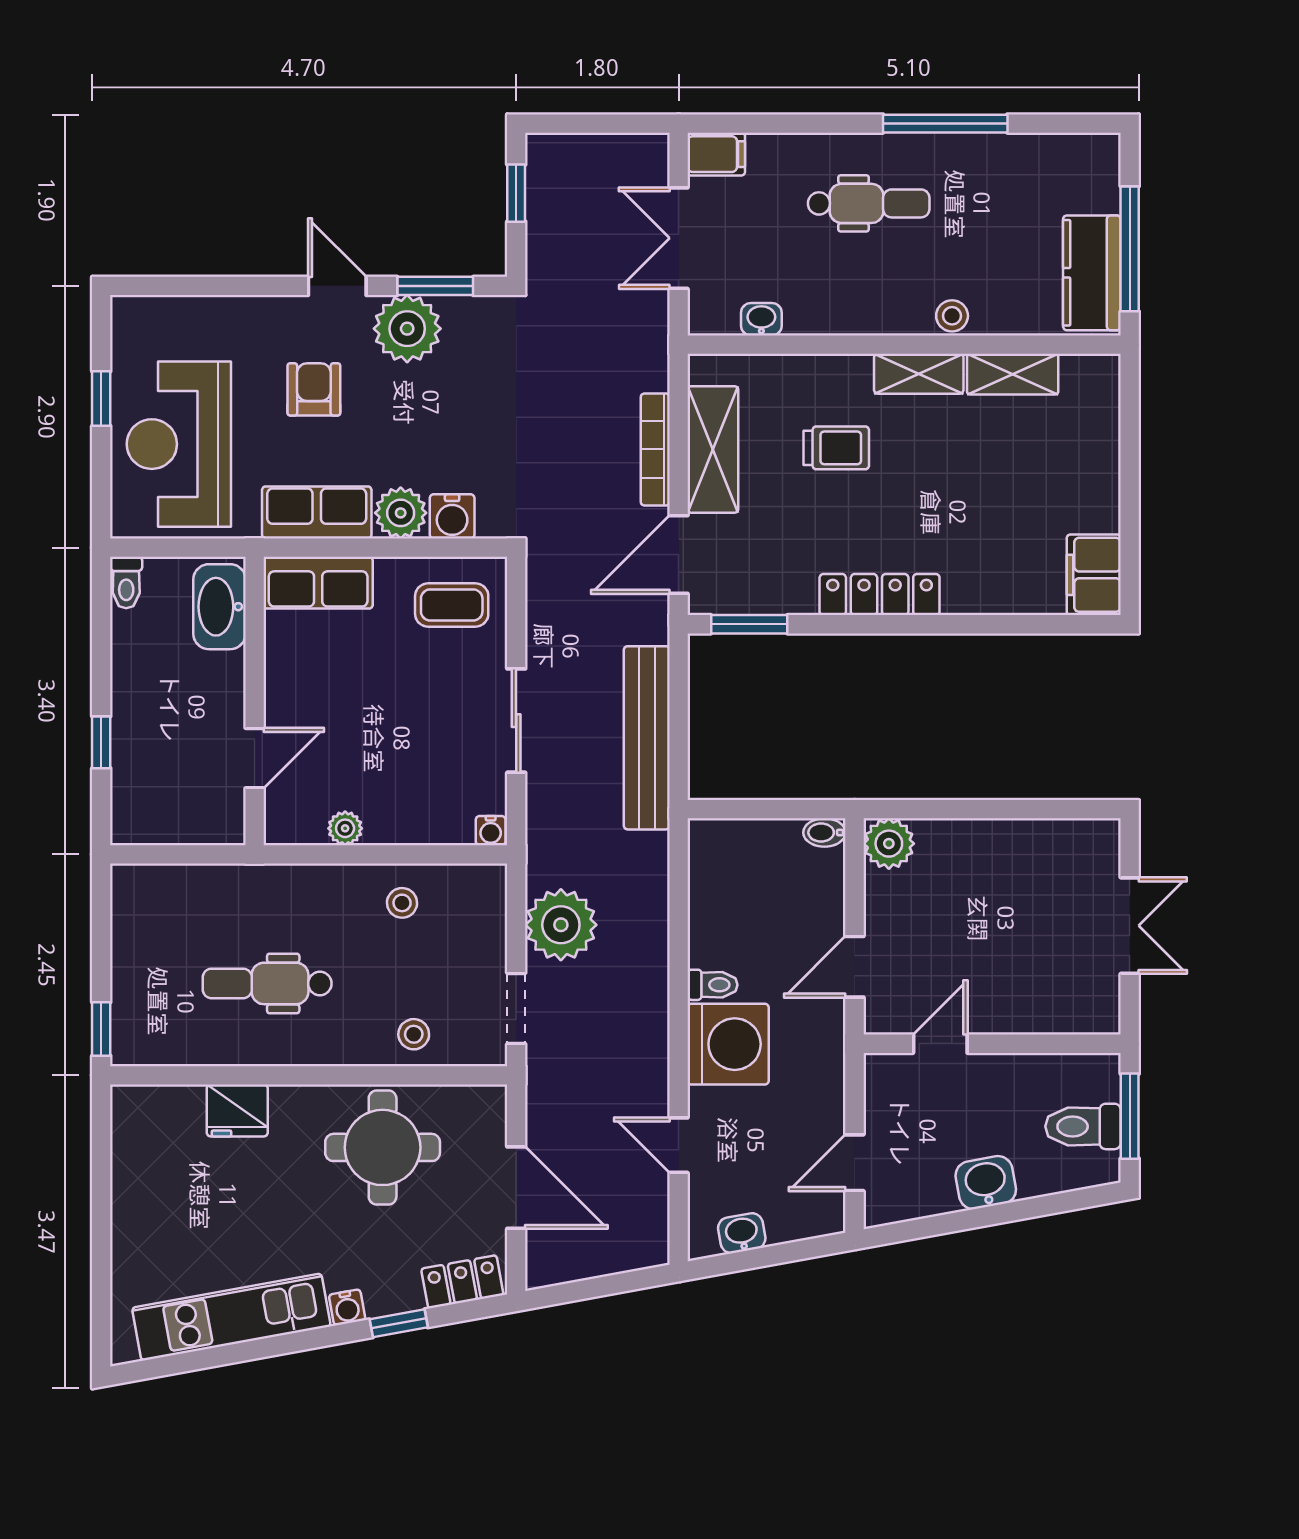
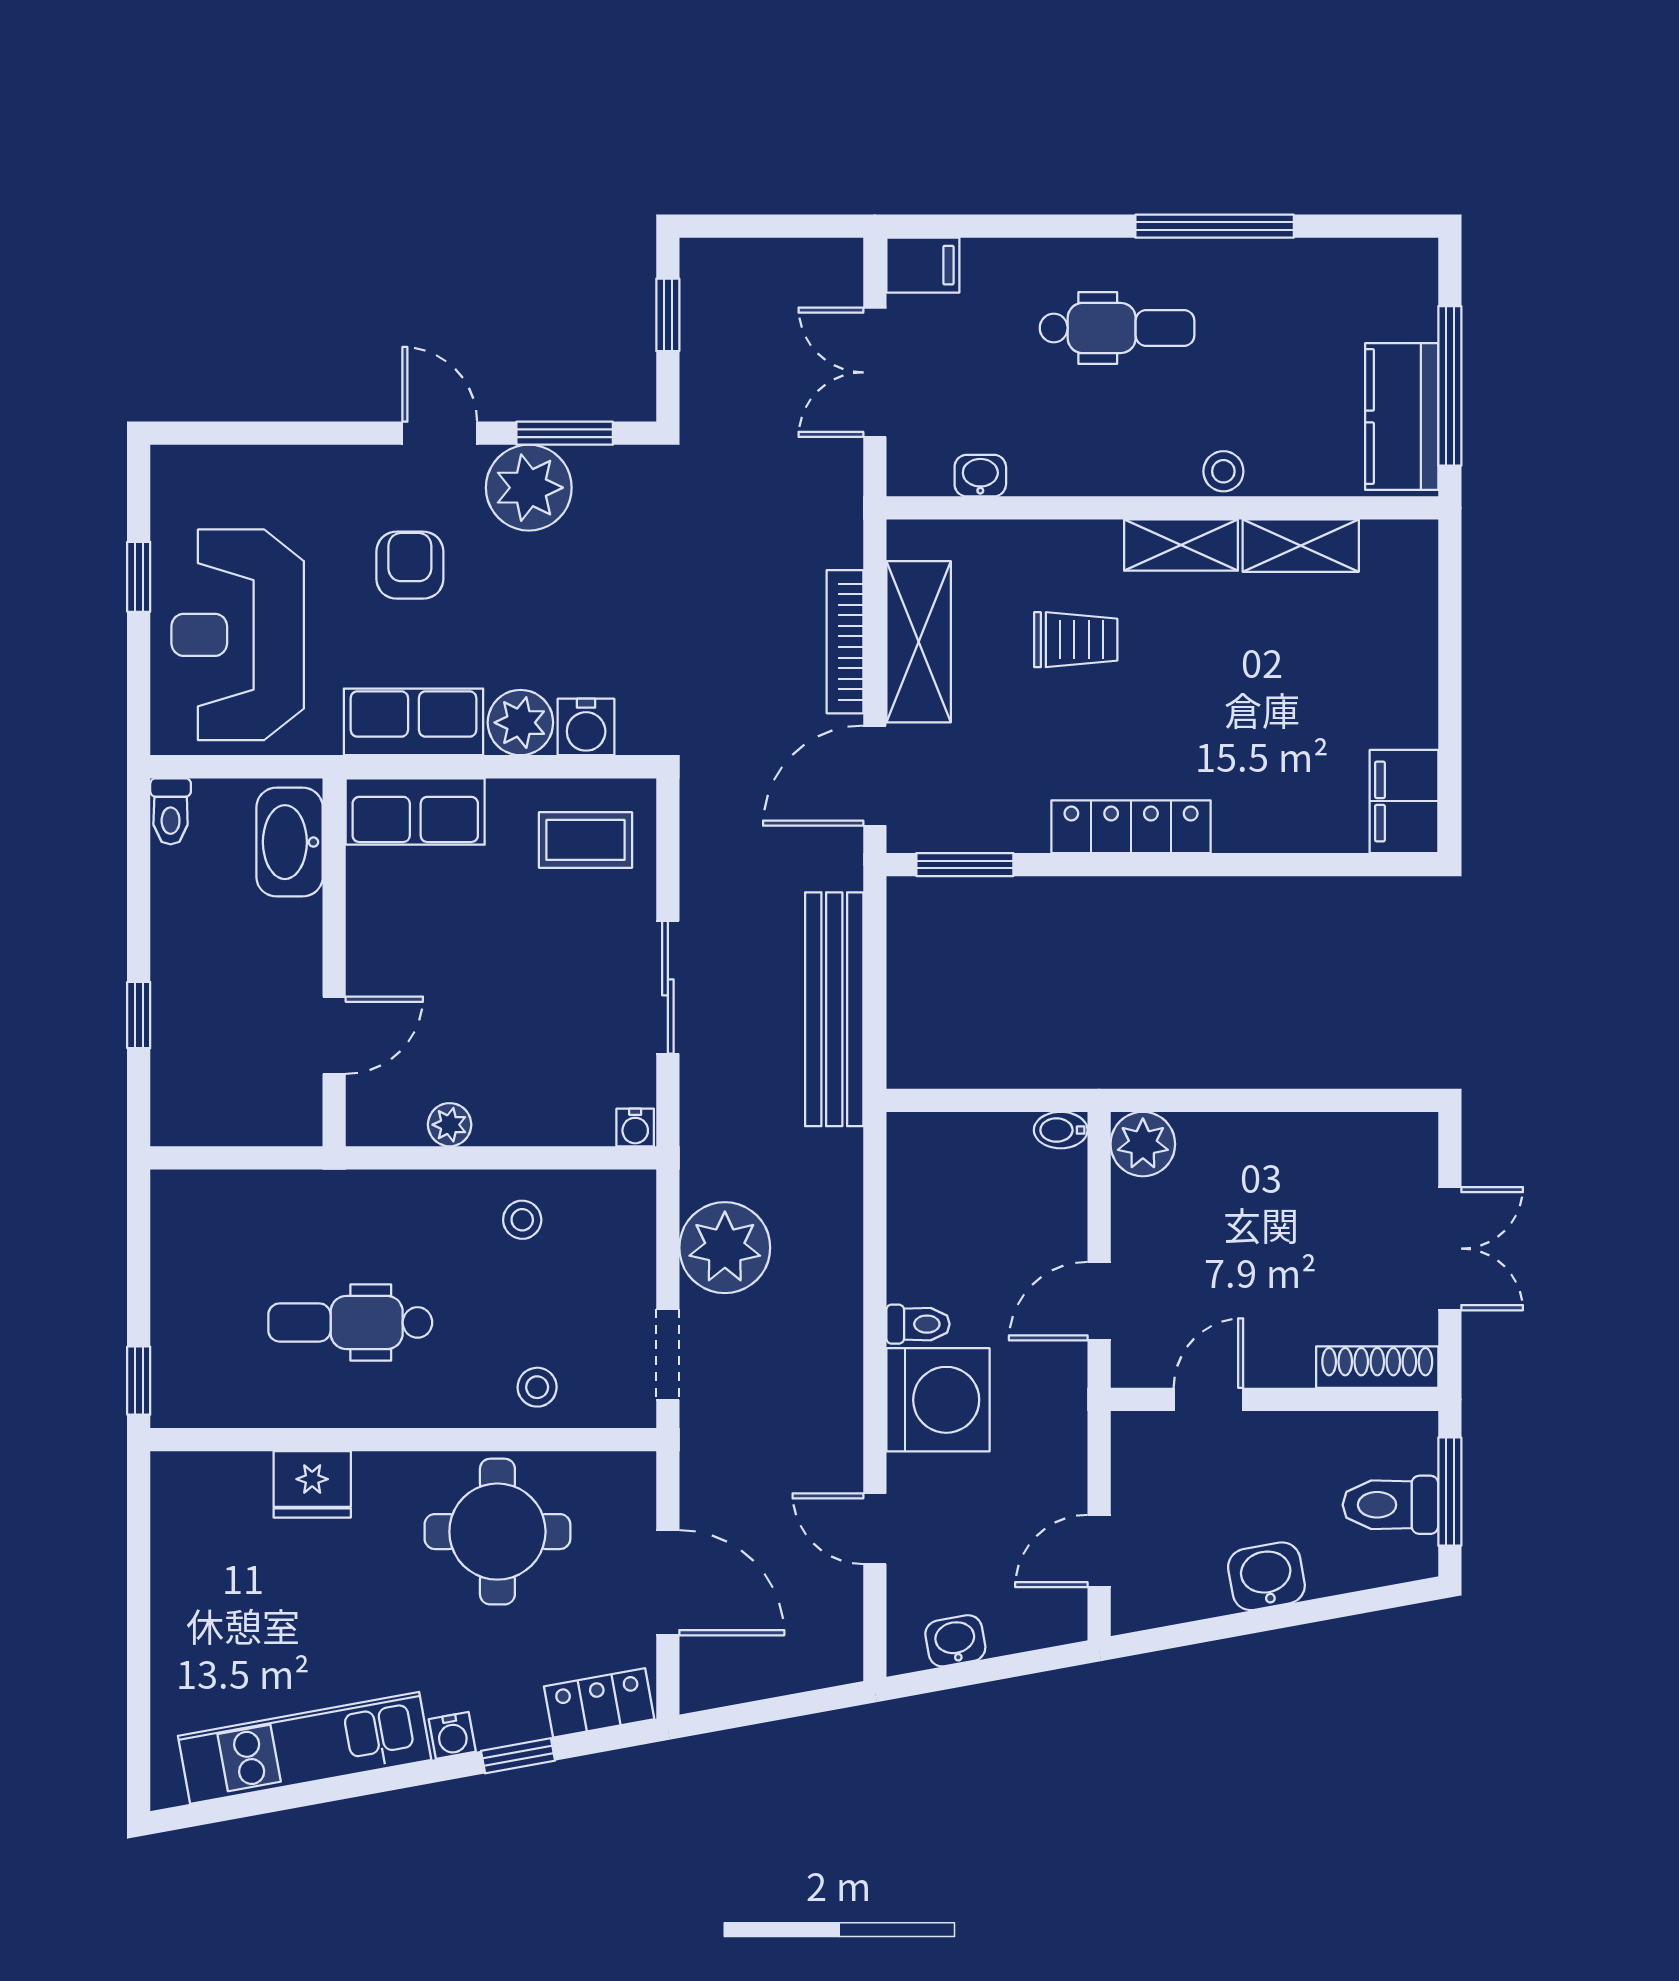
shoe rack: (1073, 1018) -> (1377, 1367), added

